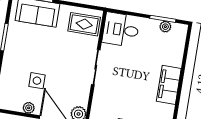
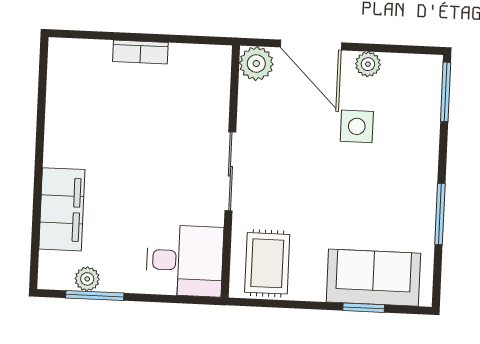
rug: (84, 24) -> (267, 263), turned 90
filing cabinet: (169, 85) -> (62, 209), moved

